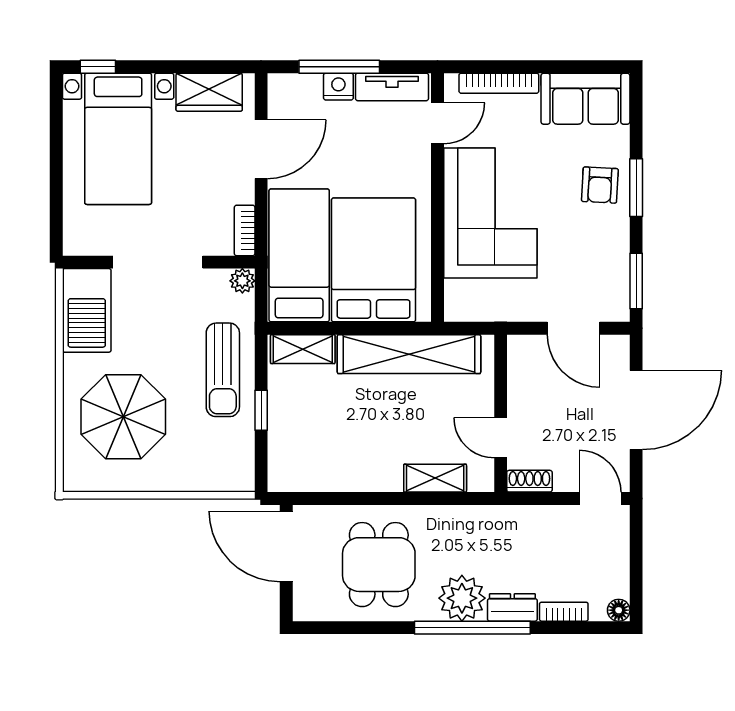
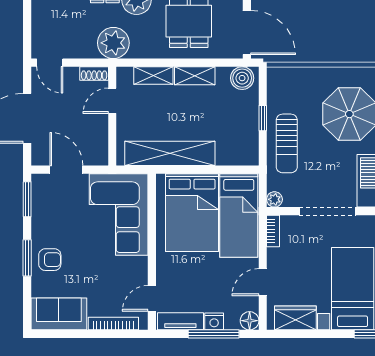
floor lamp: (282, 88) -> (250, 321), added
door: (261, 149) -> (263, 282), width x0.73
armchair: (600, 185) -> (50, 260), turned 87
corner sofa: (490, 213) -> (119, 214), moved
shelving: (303, 349) -> (195, 76), moved
sun lounger: (223, 370) -> (287, 143), turned 180
door: (501, 438) -> (112, 101), swing flipped
boiler: (294, 474) -> (242, 78), added
plant: (499, 530) -> (113, 43), added

